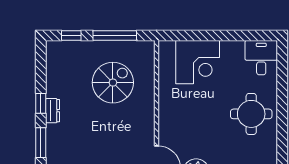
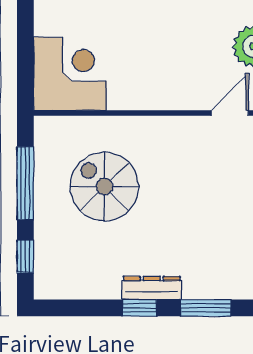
corner desk: (198, 62) -> (70, 74), moved
dresser: (53, 111) -> (152, 288), width x1.44

